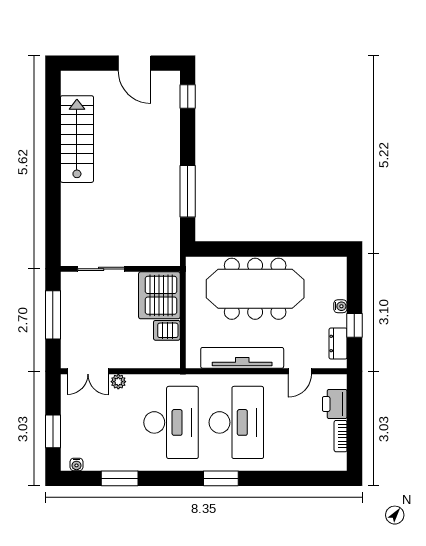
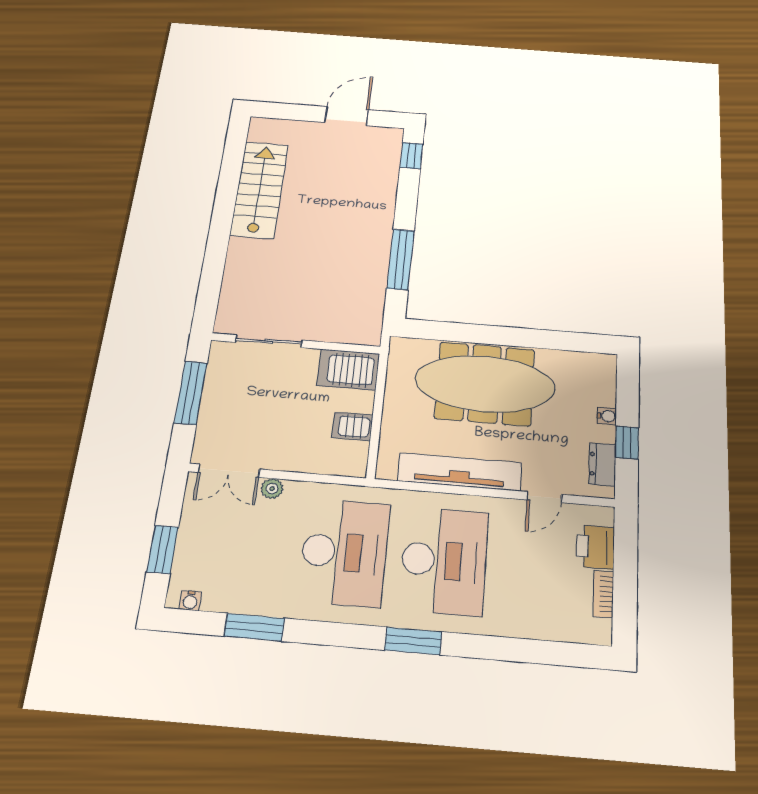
door: (134, 63) -> (347, 116), swing flipped
server rack: (159, 295) -> (348, 370), width x0.62

